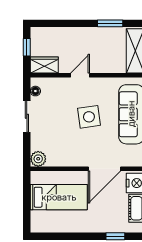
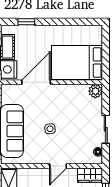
side table: (89, 117) -> (50, 129), width x0.54, depth x0.54
bed: (59, 197) -> (77, 63), width x1.50

